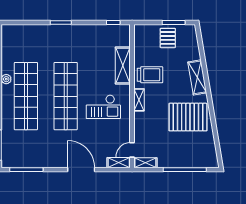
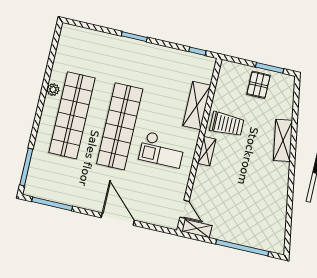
pallet: (188, 117) -> (261, 186), removed
door: (132, 150) -> (184, 209), swing flipped
shelving: (119, 163) -> (165, 221), removed

